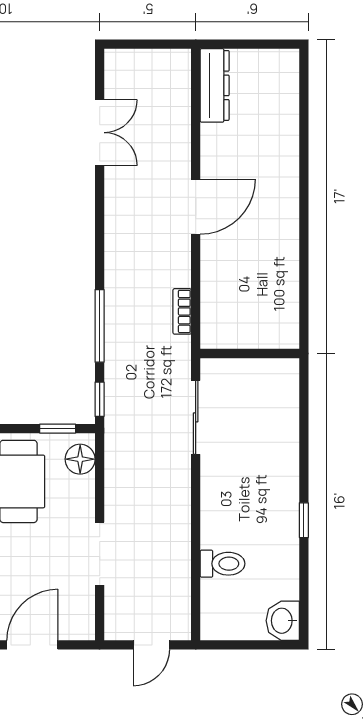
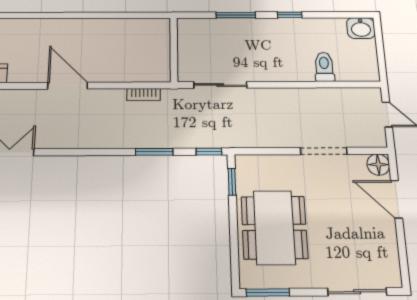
window: (100, 326) -> (154, 152), width x0.69
window: (304, 443) -> (236, 15), added
floor lamp: (80, 459) -> (378, 165), moved

